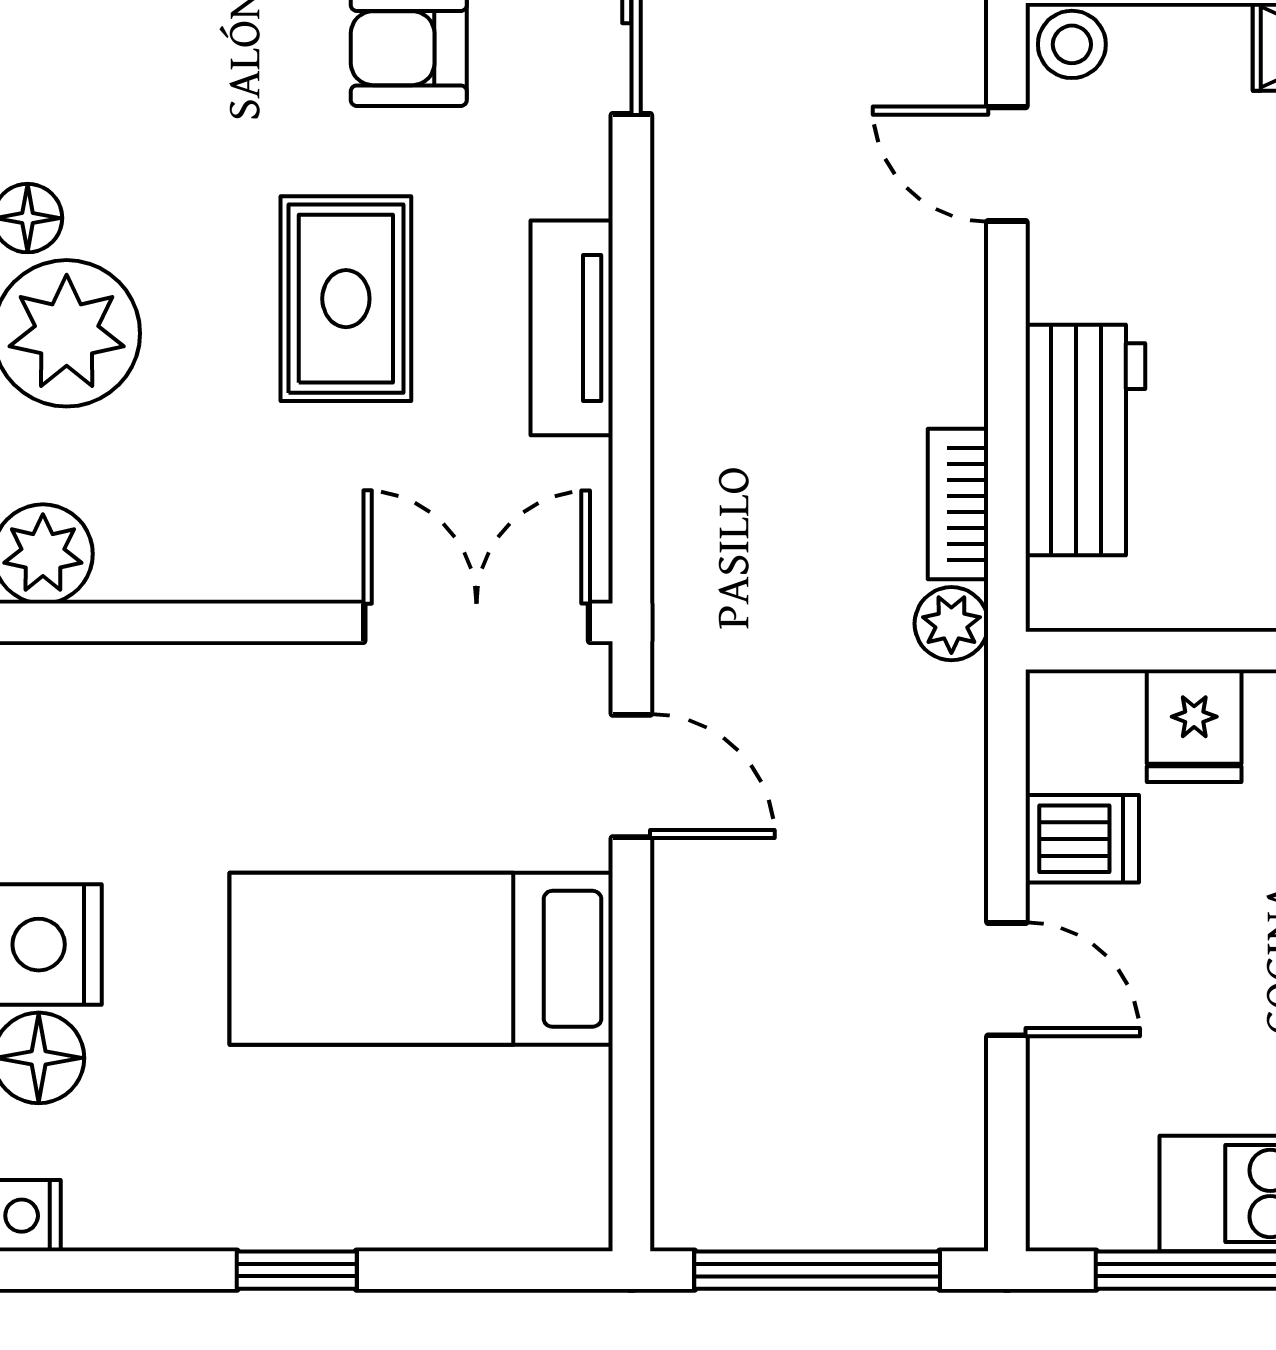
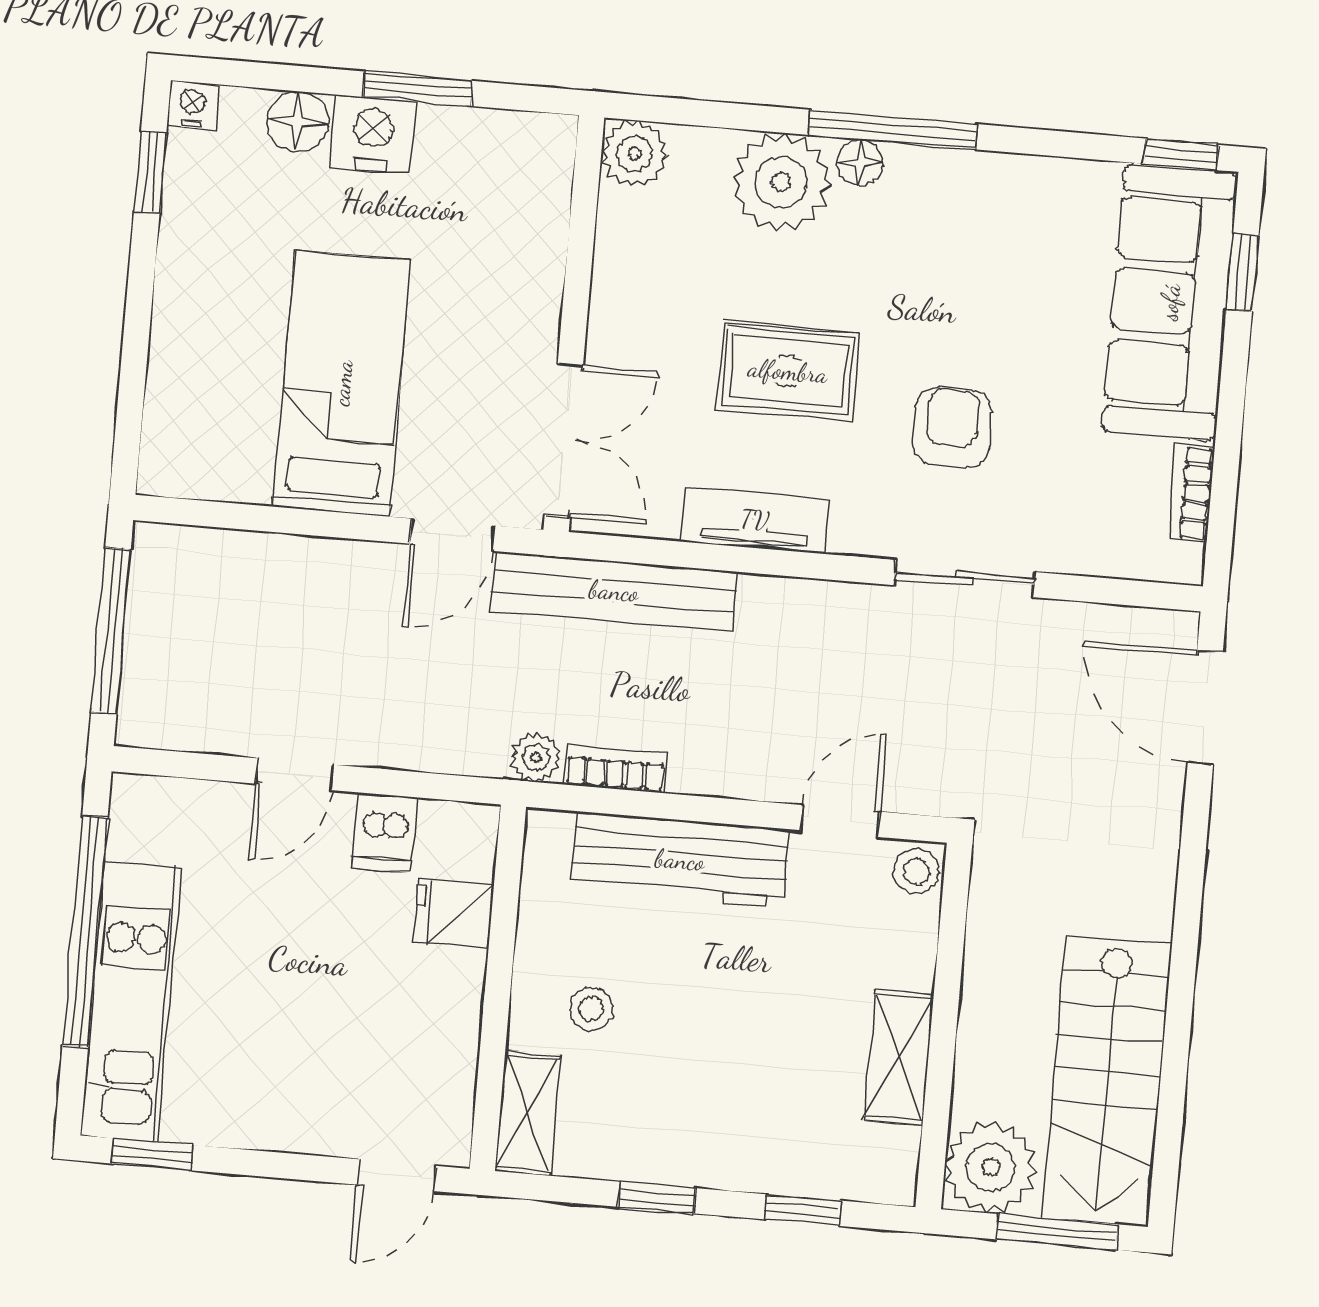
workbench: (1085, 440) -> (680, 860), width x1.38
bench: (695, 529) -> (614, 591), added
window: (297, 1270) -> (150, 172), moved

